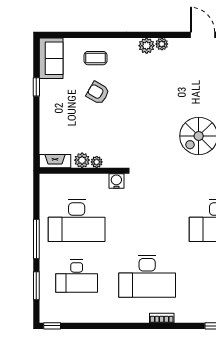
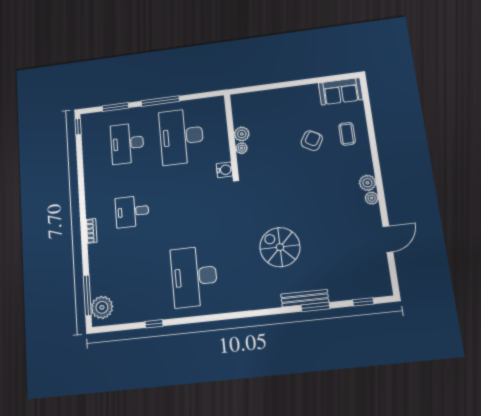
window: (36, 87) -> (310, 81), removed
fireplace: (55, 161) -> (238, 108), removed
desk: (147, 276) -> (132, 211), width x0.53, depth x0.77

